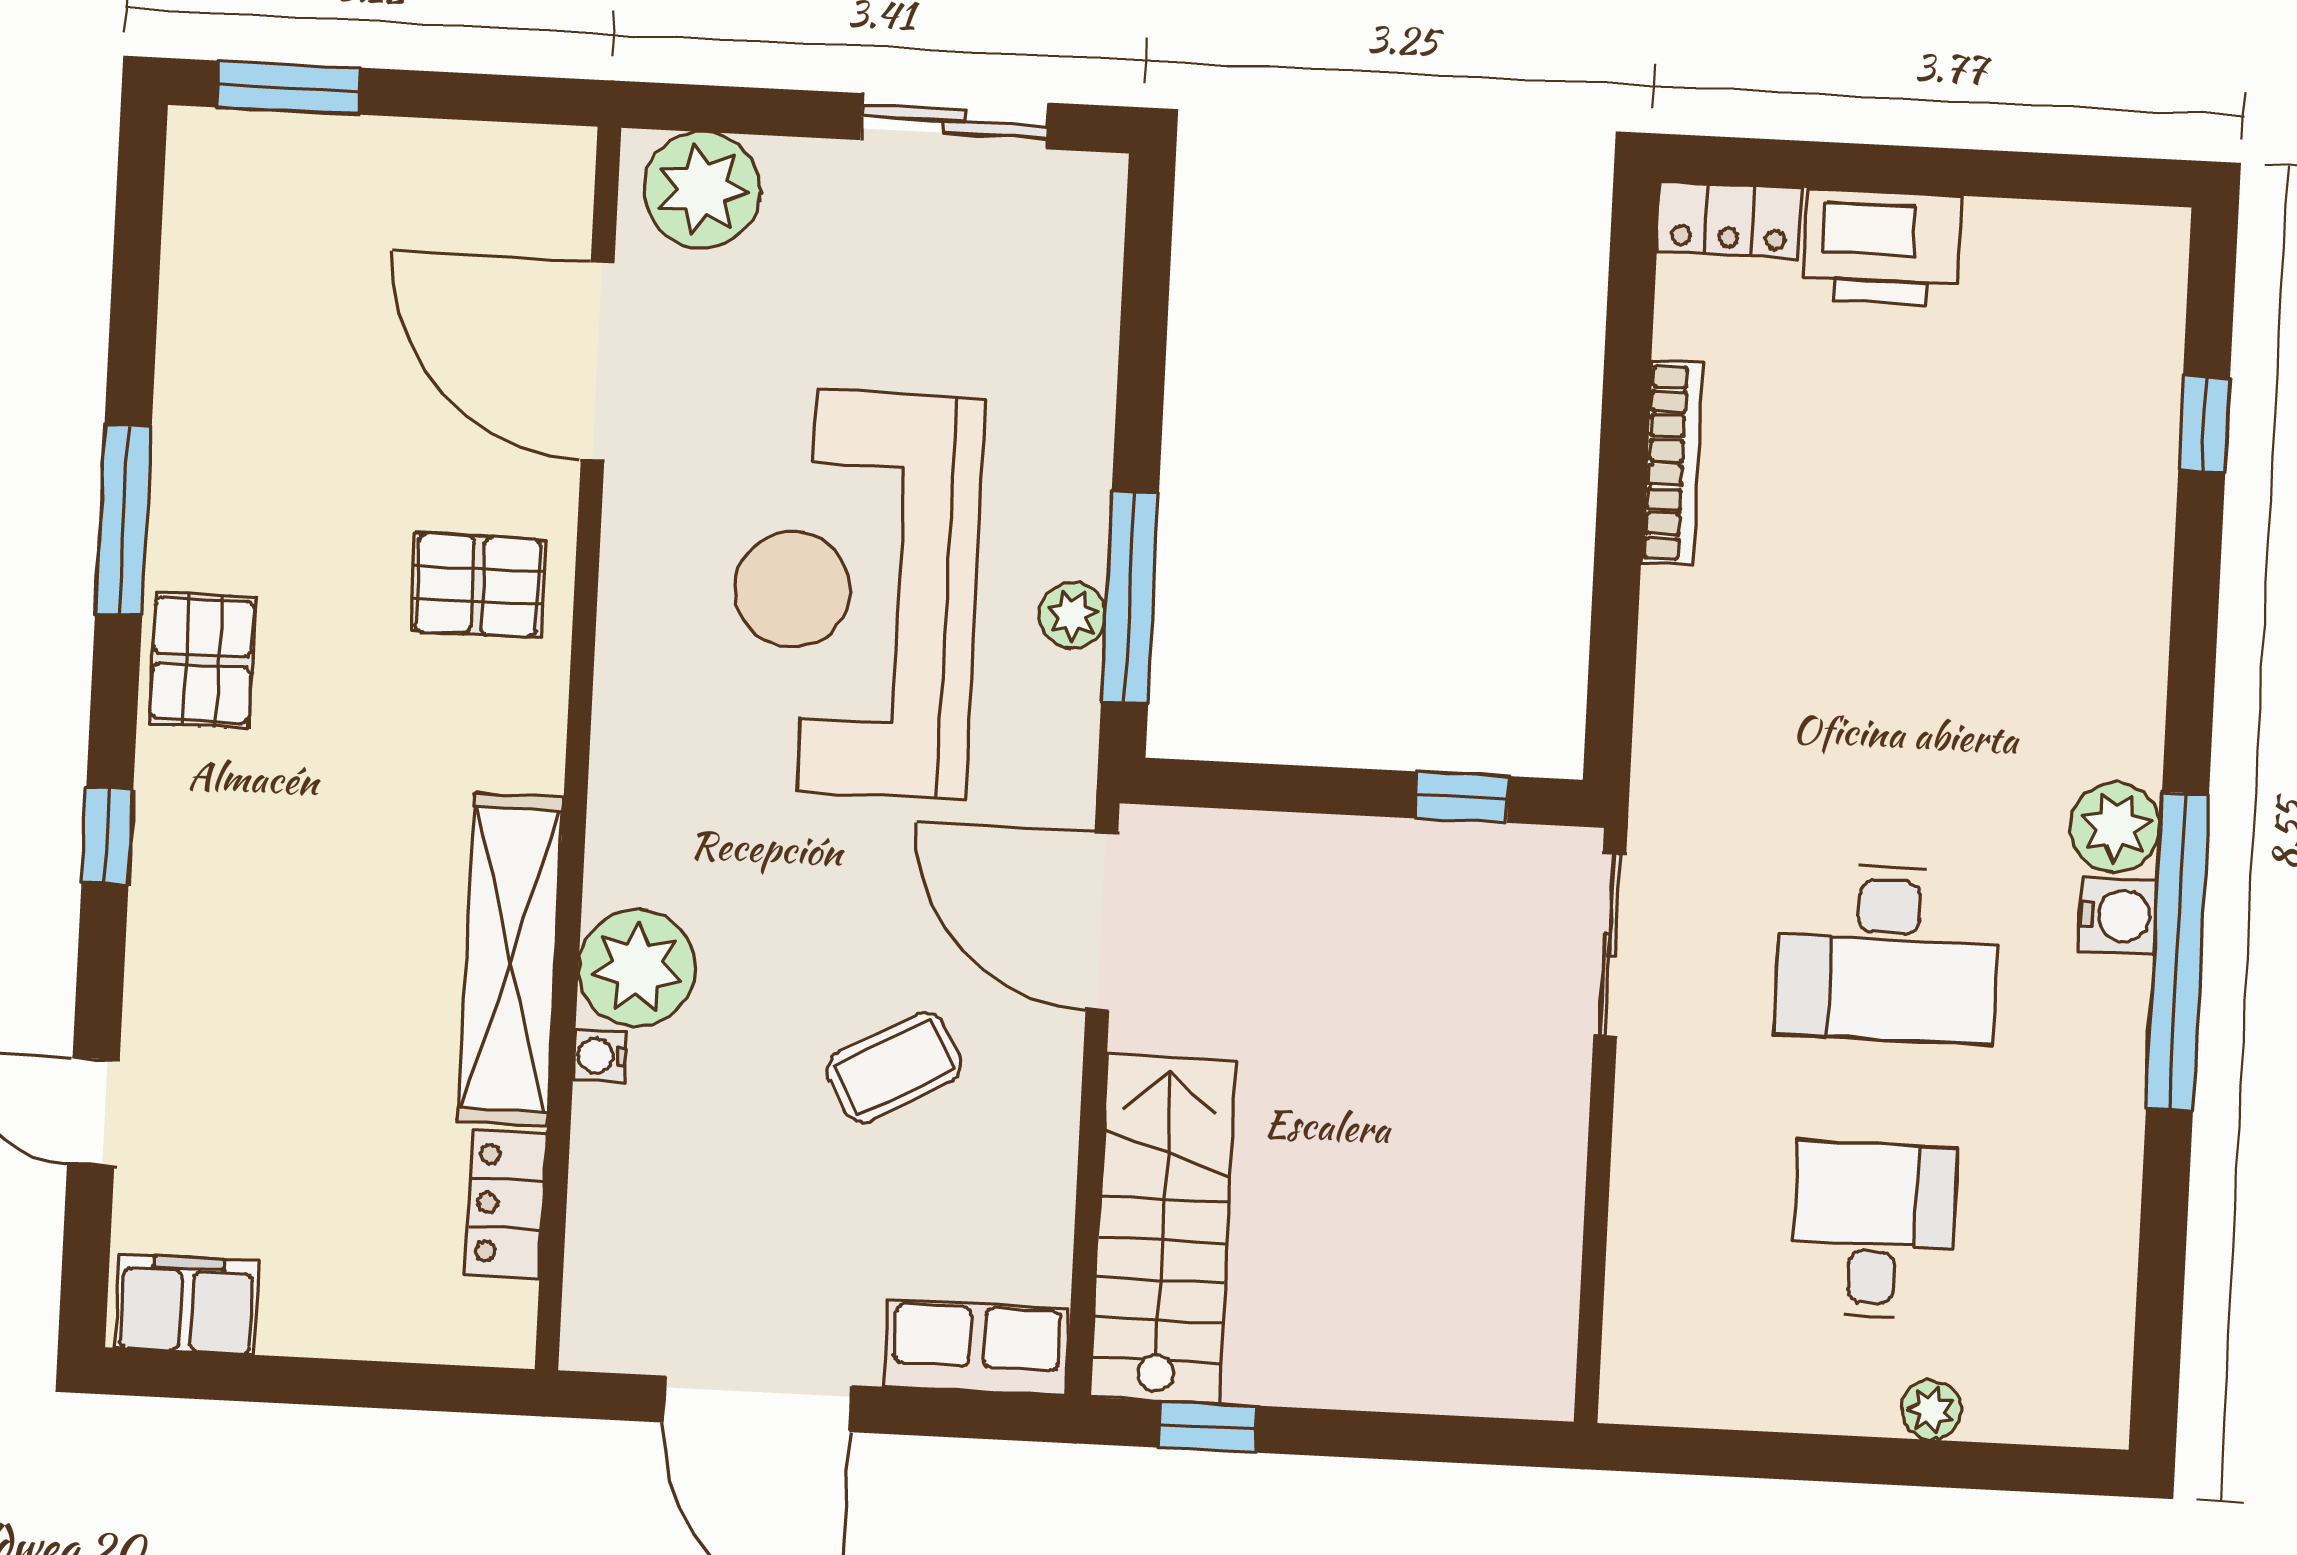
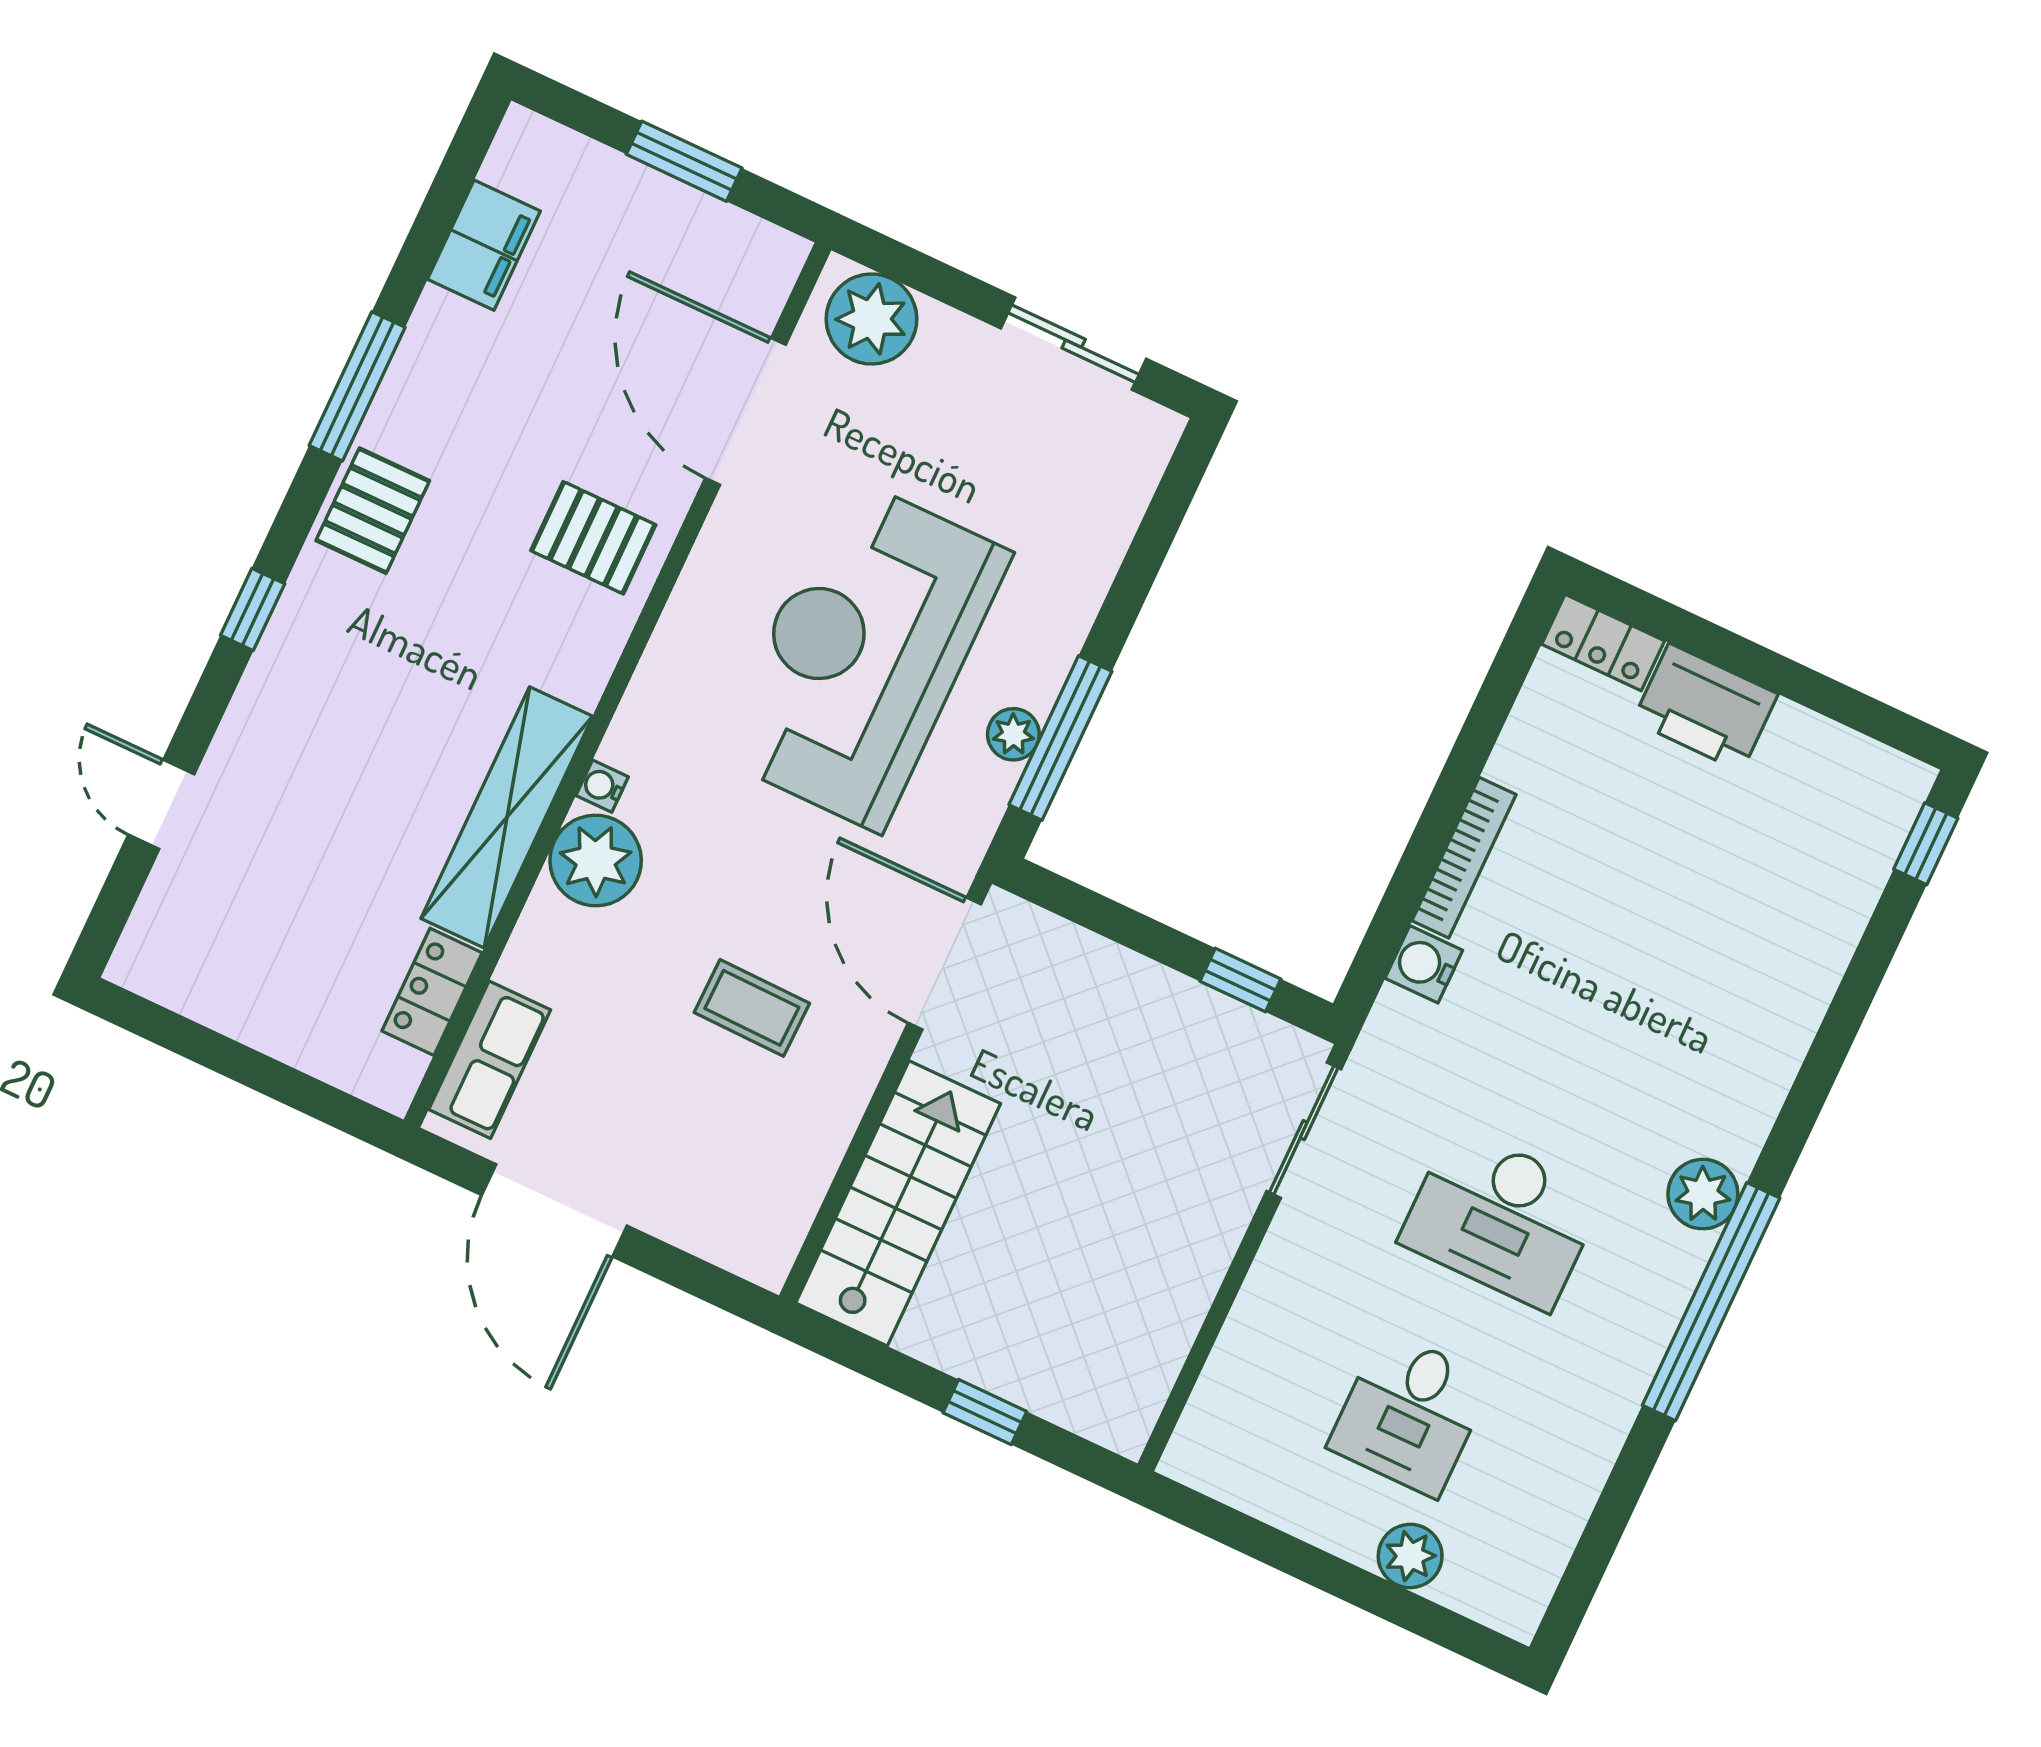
window: (288, 88) -> (684, 161), moved
window: (2204, 424) -> (1926, 844), moved
bookcase: (1672, 463) -> (1464, 858), moved
water cooler: (2118, 916) -> (1424, 964), moved, turned 180
water cooler: (599, 1056) -> (602, 786), moved
coffee table: (894, 1067) -> (752, 1008), turned 30
desk: (1873, 1230) -> (1410, 1413), turned 180
filing cabinet: (187, 1304) -> (484, 245), moved, turned 90
row of seats: (977, 1348) -> (490, 1060), moved, turned 90
plant: (1931, 1410) -> (1410, 1556), width x1.38, depth x1.38
window: (1208, 1427) -> (985, 1412), moved

